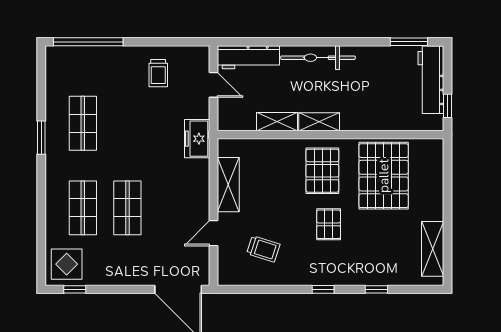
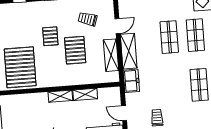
pallet: (322, 171) -> (75, 50), moved
shelving: (198, 189) -> (129, 51), added

